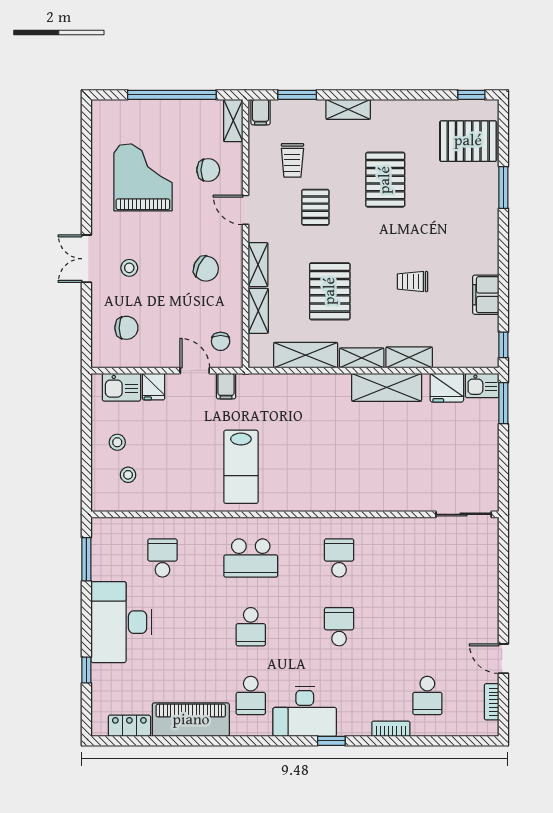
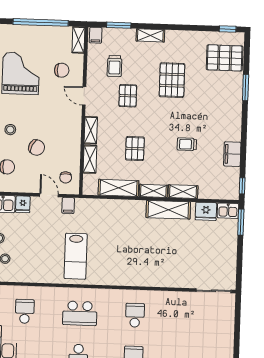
chair: (206, 269) -> (37, 148), moved
pallet: (330, 291) -> (135, 149), width x0.67, depth x0.71

